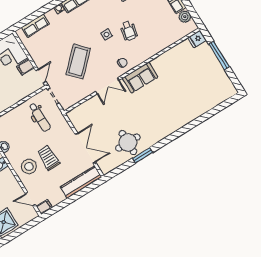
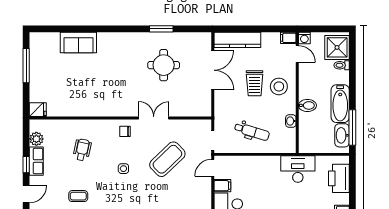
wheelchair: (129, 31) -> (82, 150), moved
window: (219, 55) -> (26, 66), moved
sofa: (140, 78) -> (78, 43), moved, turned 180
dental chair: (40, 117) -> (252, 132), moved, turned 107
round table: (128, 143) -> (164, 65), moved
double door: (85, 148) -> (213, 70), swing flipped
washing machine: (32, 214) -> (304, 38), added

